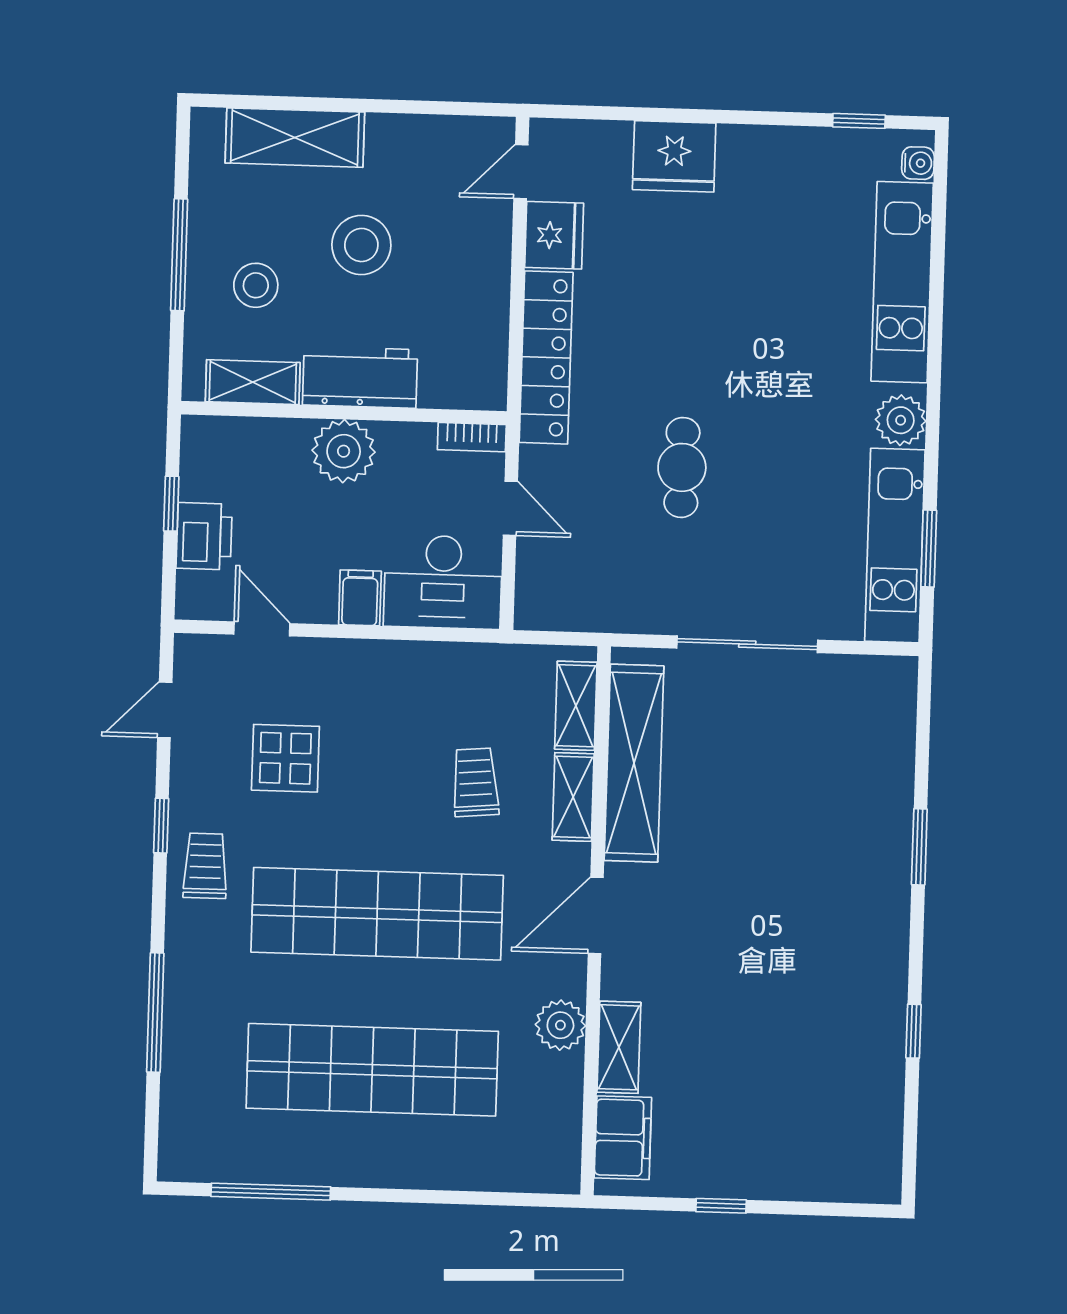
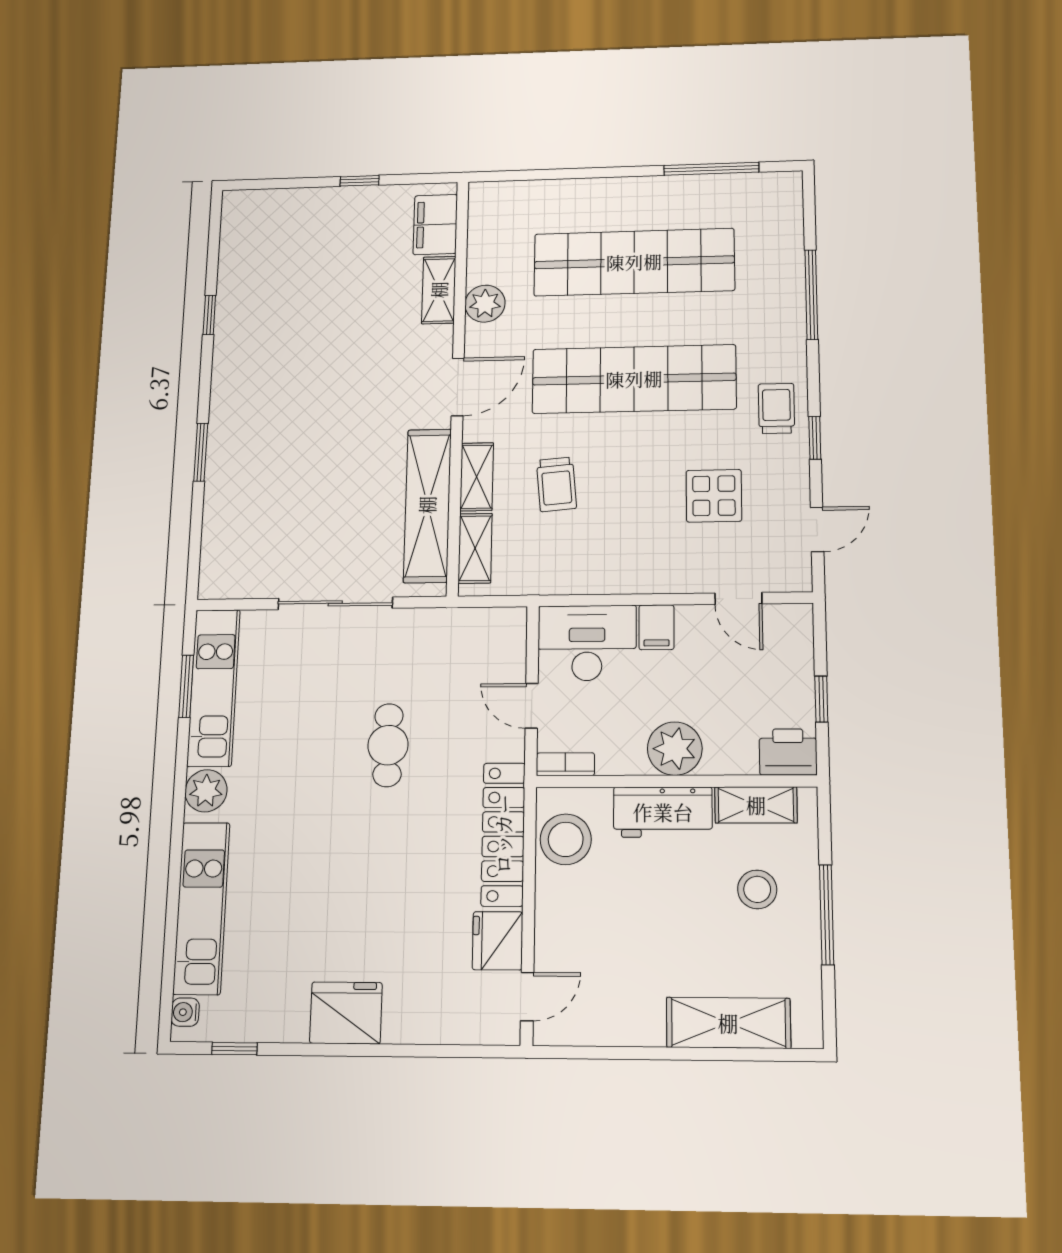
fridge: (674, 156) -> (346, 1013), moved
stool: (361, 245) -> (566, 839), moved
printer: (204, 536) -> (788, 752), moved, turned 90
trolley: (205, 866) -> (776, 408), turned 180

